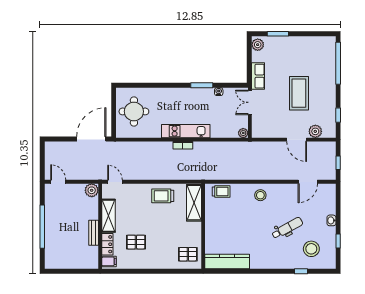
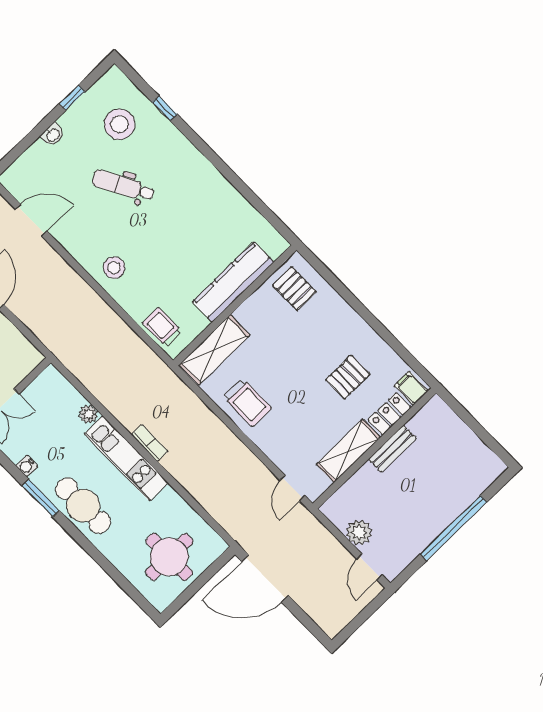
cafe table: (184, 98) -> (83, 506), added
plant: (243, 133) -> (88, 414), moved
plant: (92, 190) -> (359, 532), moved
pallet: (136, 242) -> (348, 377), turned 90
kitchen counter: (227, 261) -> (233, 282), moved, turned 90

